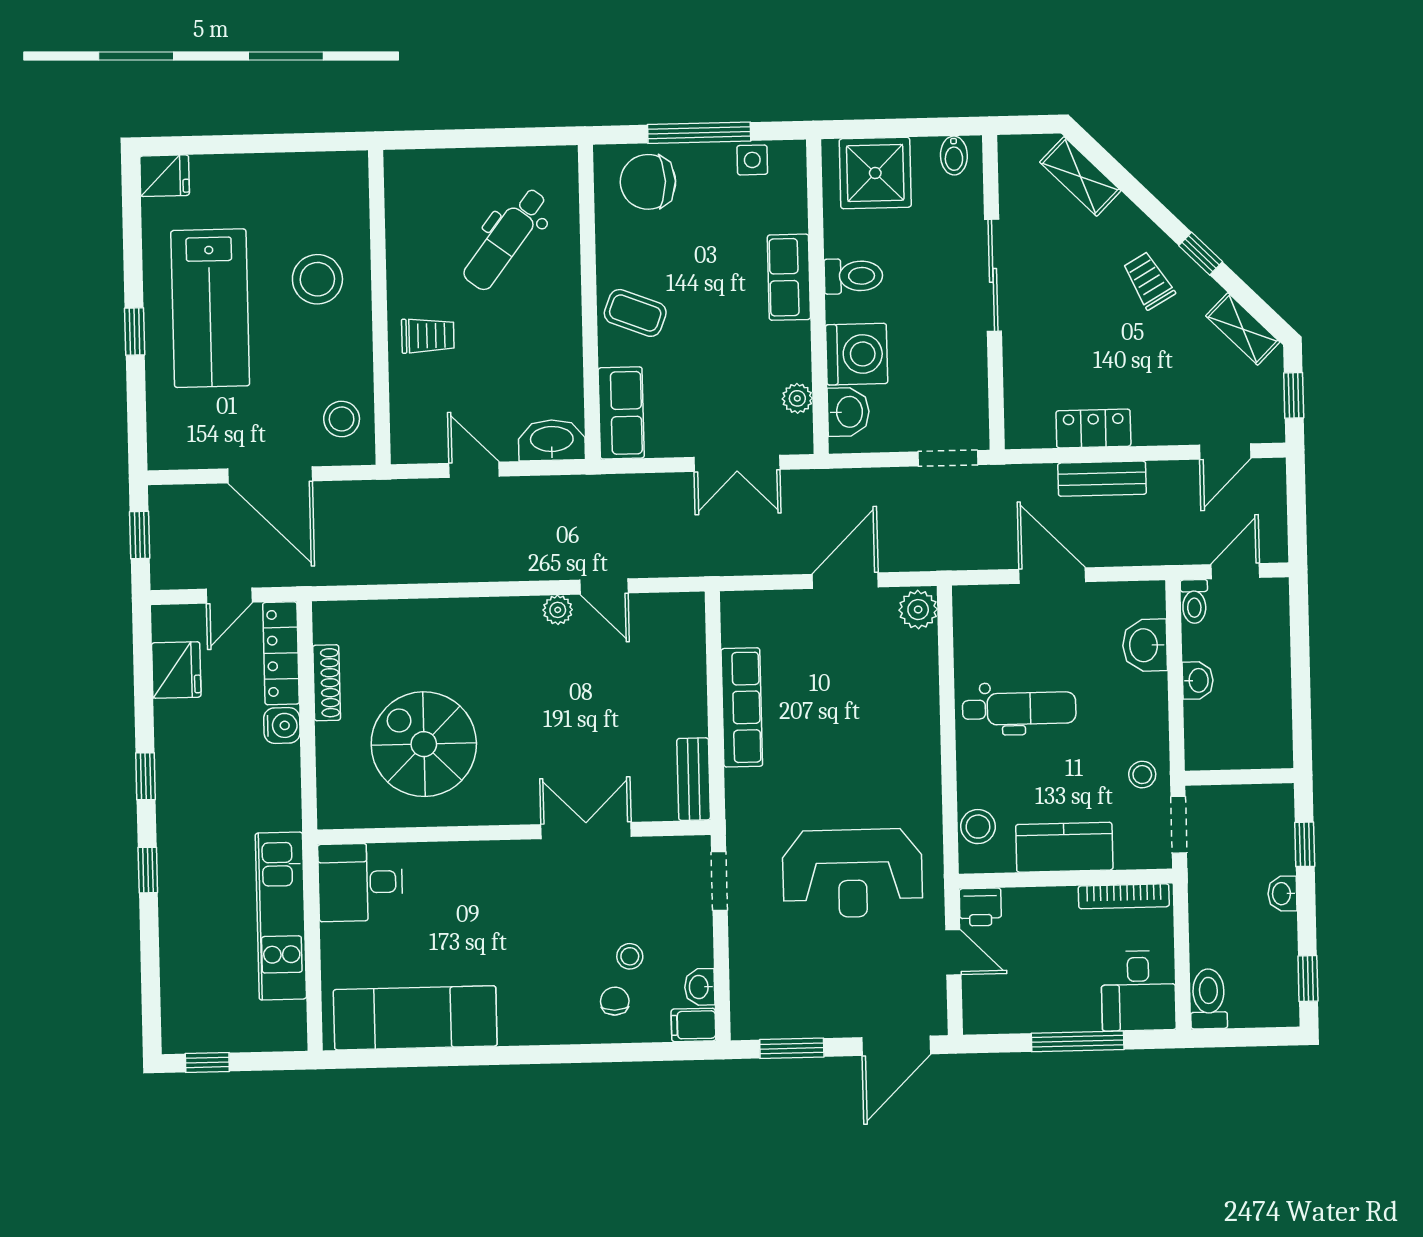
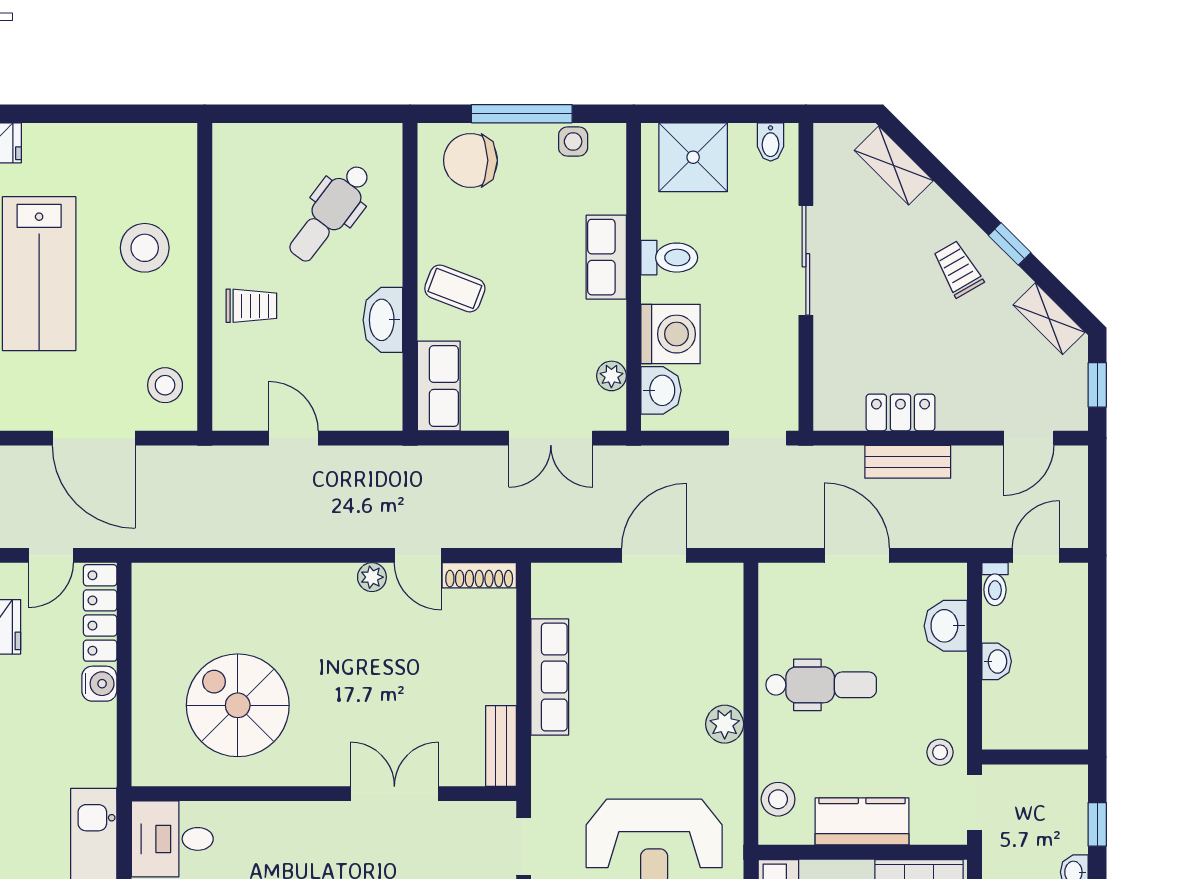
washbasin: (552, 440) -> (383, 320), moved, turned -90
plant: (918, 610) -> (725, 724), moved
shoe rack: (327, 683) -> (479, 575), moved, turned 90

